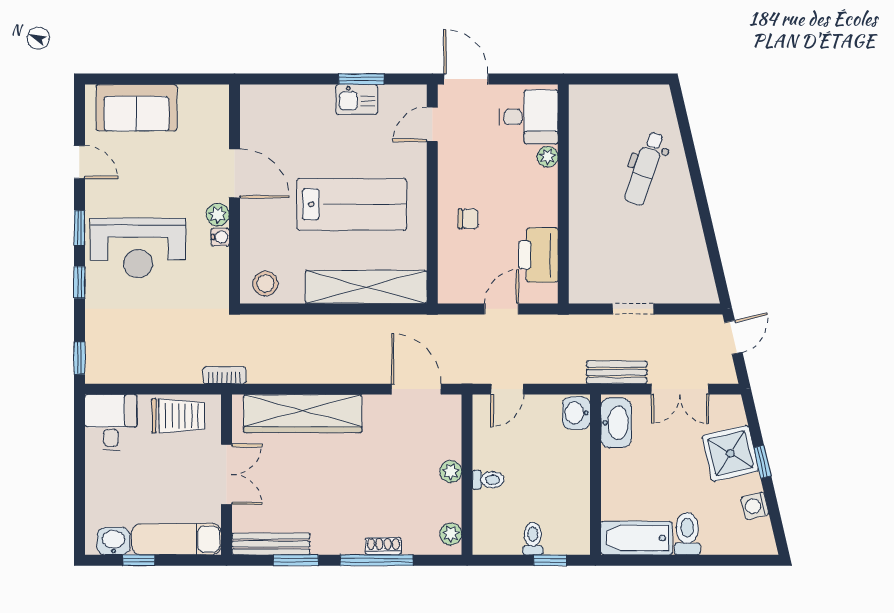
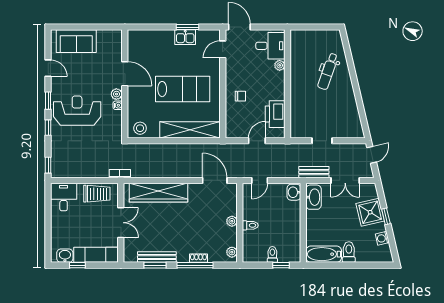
reception desk: (138, 248) -> (77, 111), turned 180
bench: (271, 544) -> (157, 257), moved

